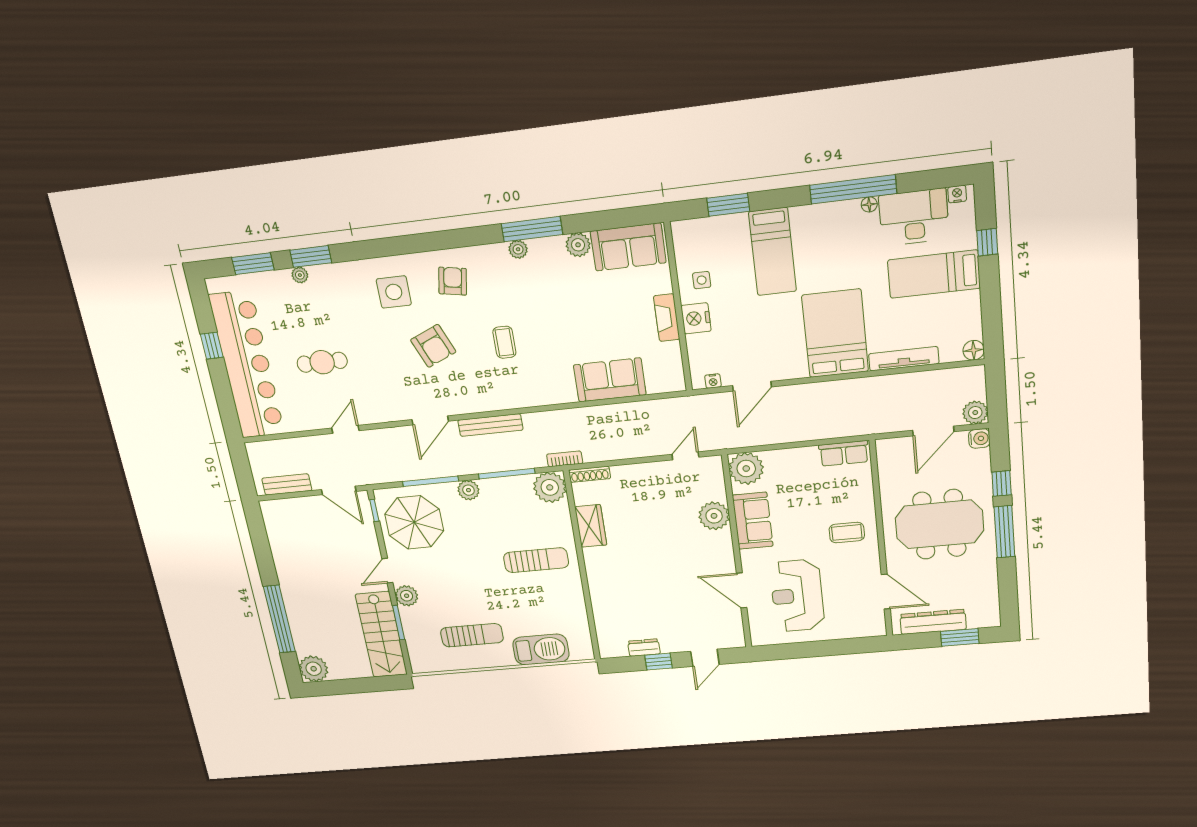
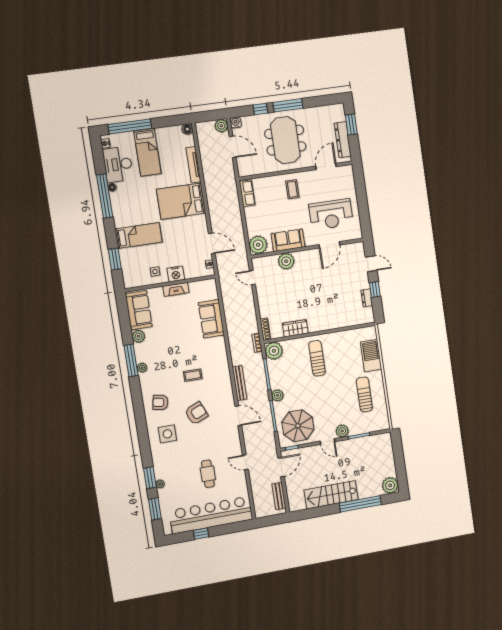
window: (987, 242) -> (130, 126), width x3.17
stairs: (381, 635) -> (331, 495), moved, turned 180

